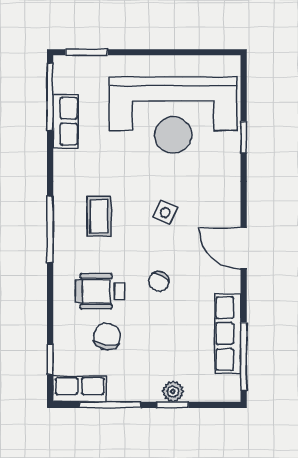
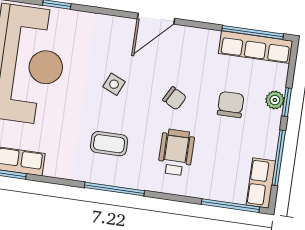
wheelchair: (100, 291) -> (176, 152), turned 180
row of seats: (228, 334) -> (256, 47), moved
chair: (107, 337) -> (231, 104), moved, turned 84
window: (50, 359) -> (230, 206), width x2.17

